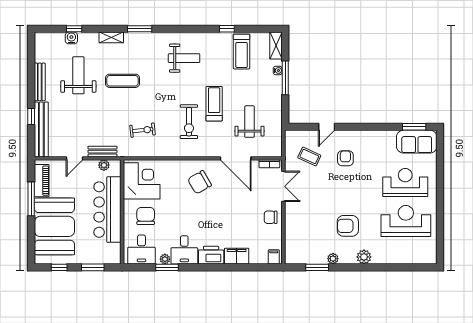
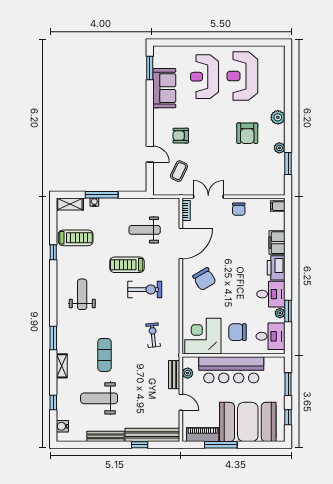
water cooler: (71, 38) -> (62, 426), moved
sofa: (417, 142) -> (164, 88), moved

